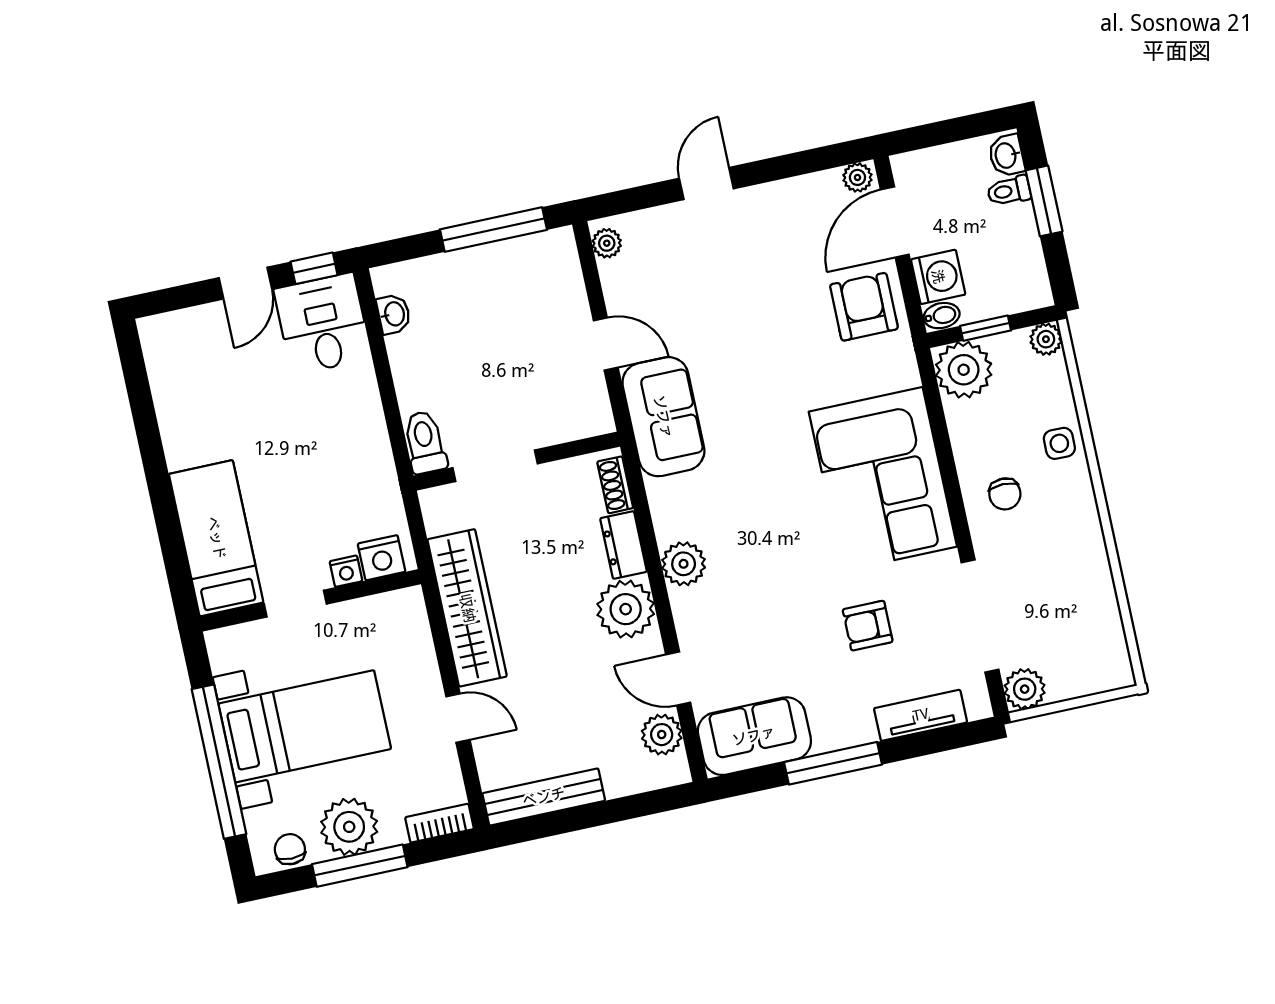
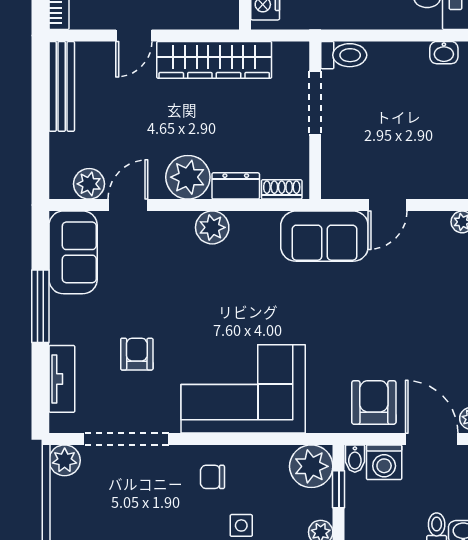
armchair: (864, 307) -> (374, 402), turned -90

